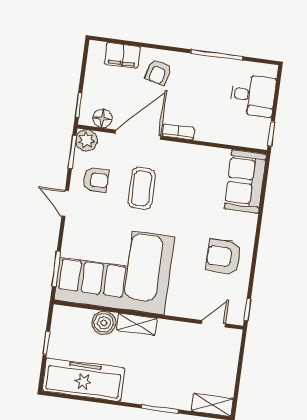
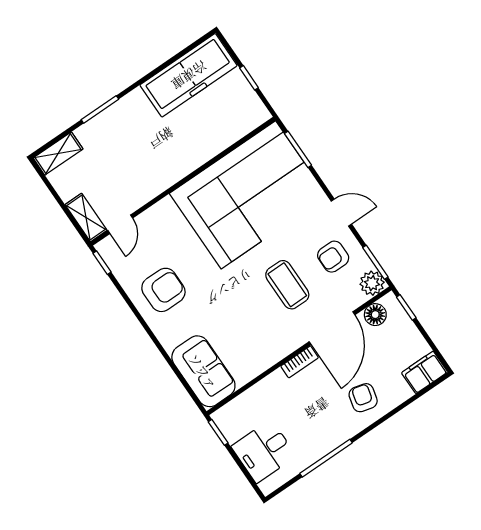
filing cabinet: (122, 55) -> (424, 372), moved
boiler: (104, 323) -> (215, 140), removed
shelving: (137, 324) -> (86, 217), moved, turned 90

